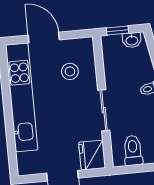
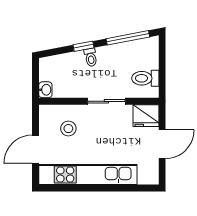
window: (118, 31) -> (35, 82), removed
washbasin: (132, 40) -> (45, 90), moved

